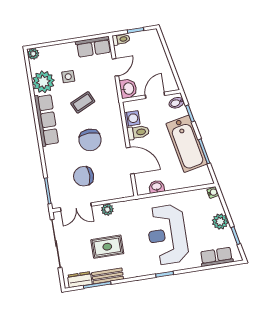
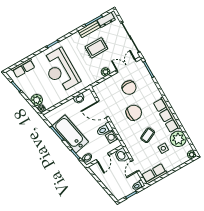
chair: (90, 140) -> (134, 113), turned 90
chair: (84, 176) -> (129, 88), turned 90
plant: (220, 222) -> (37, 100), moved
reception desk: (167, 235) -> (61, 70), turned 180

